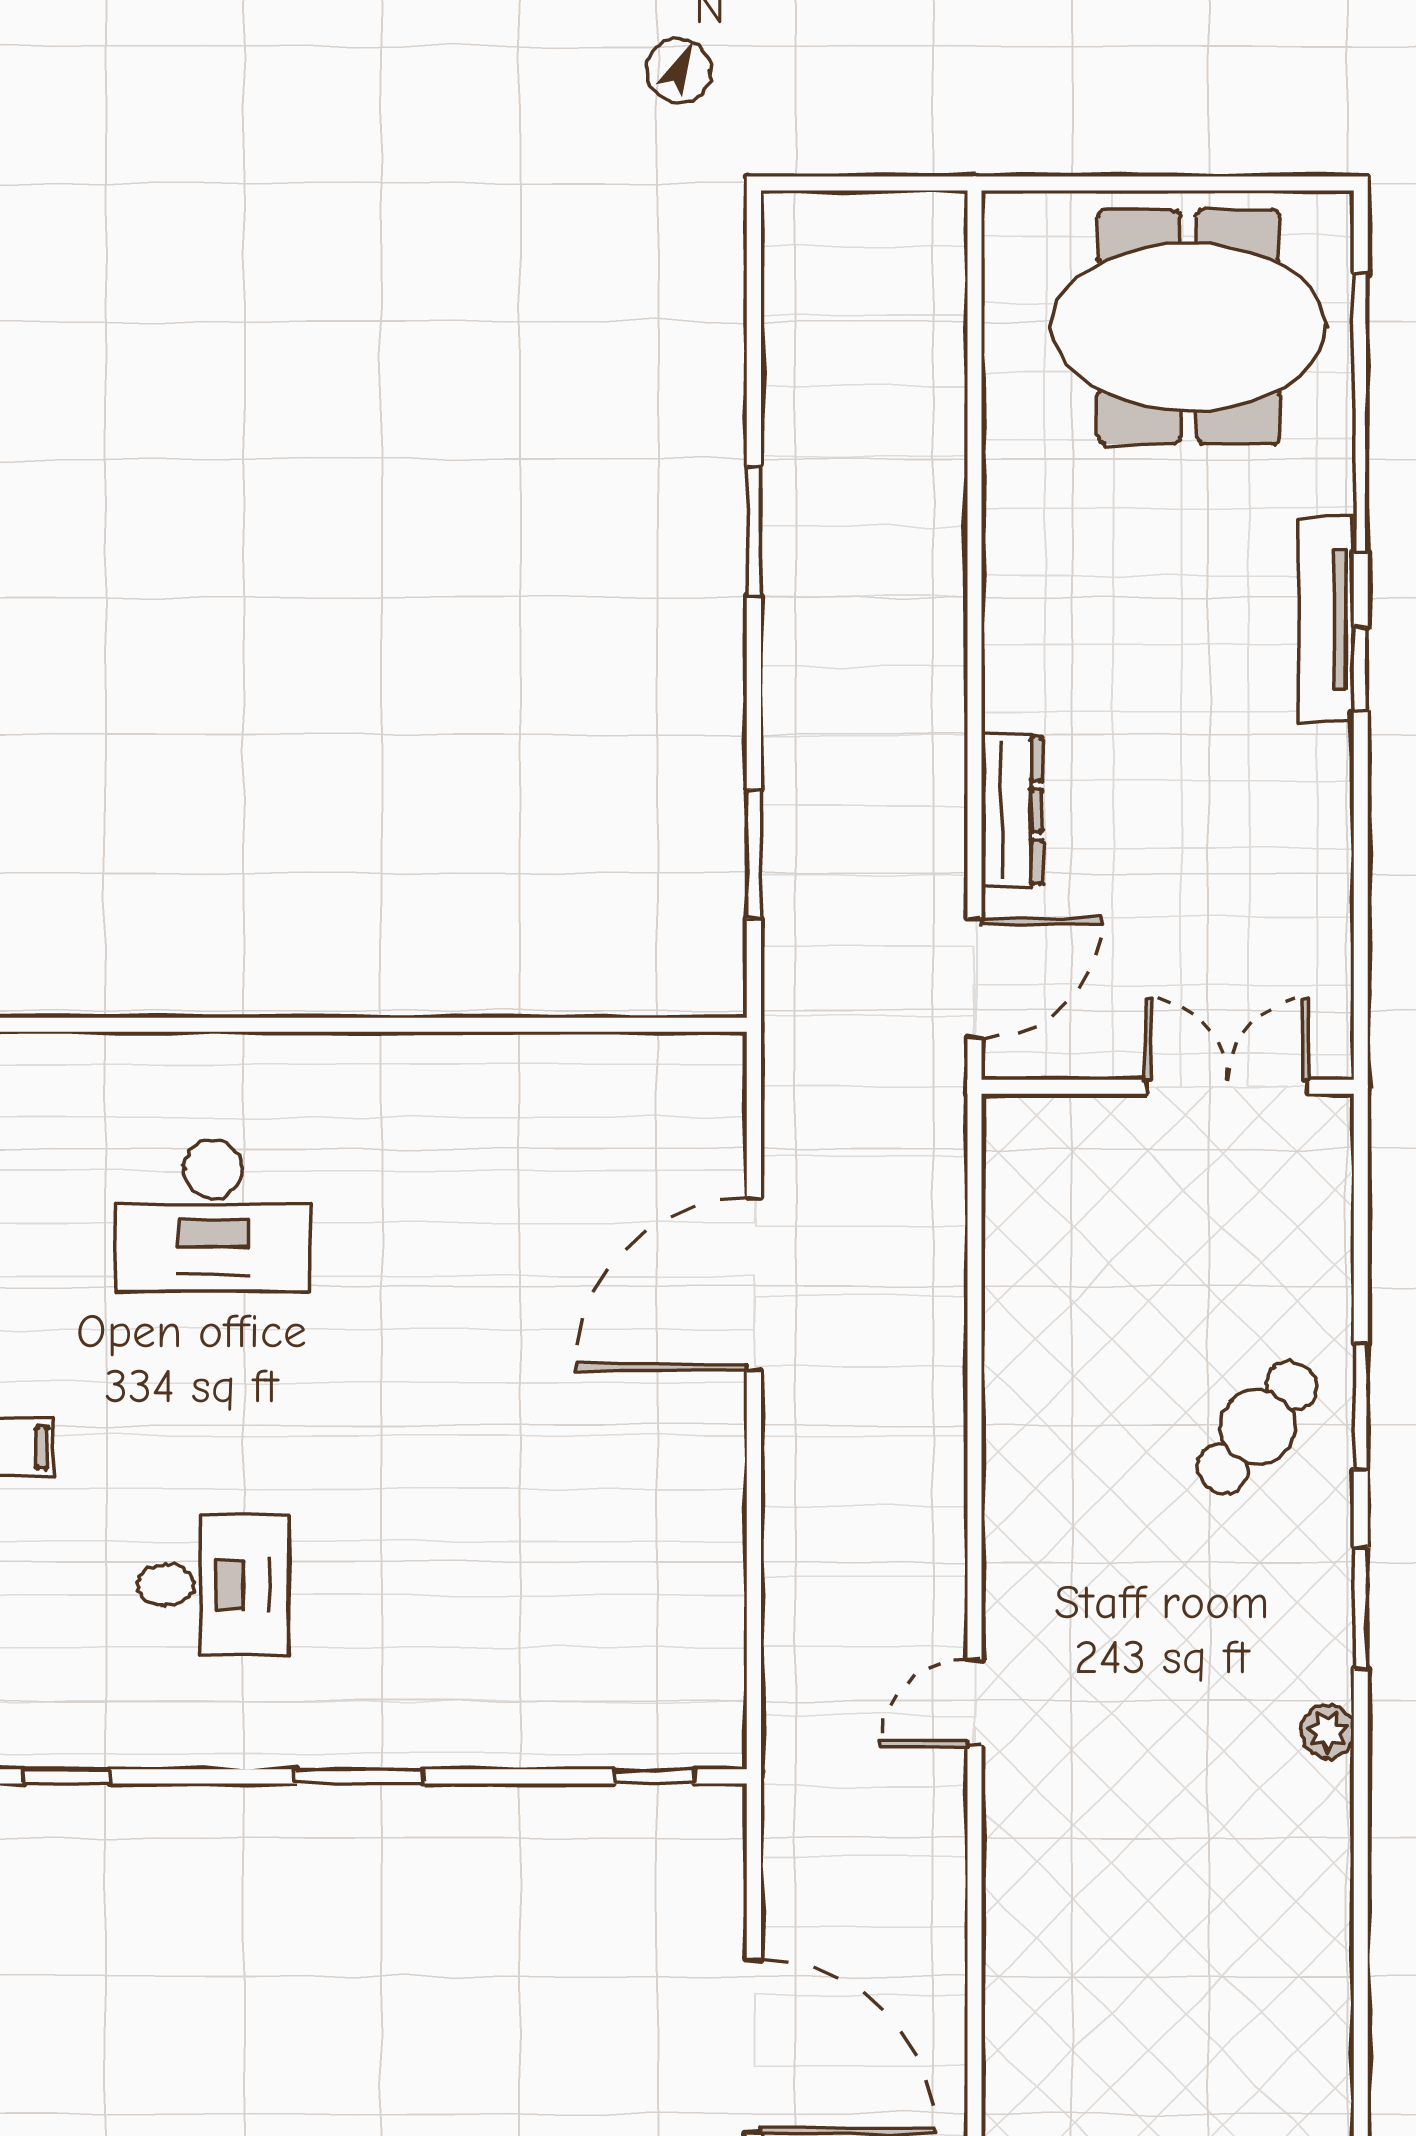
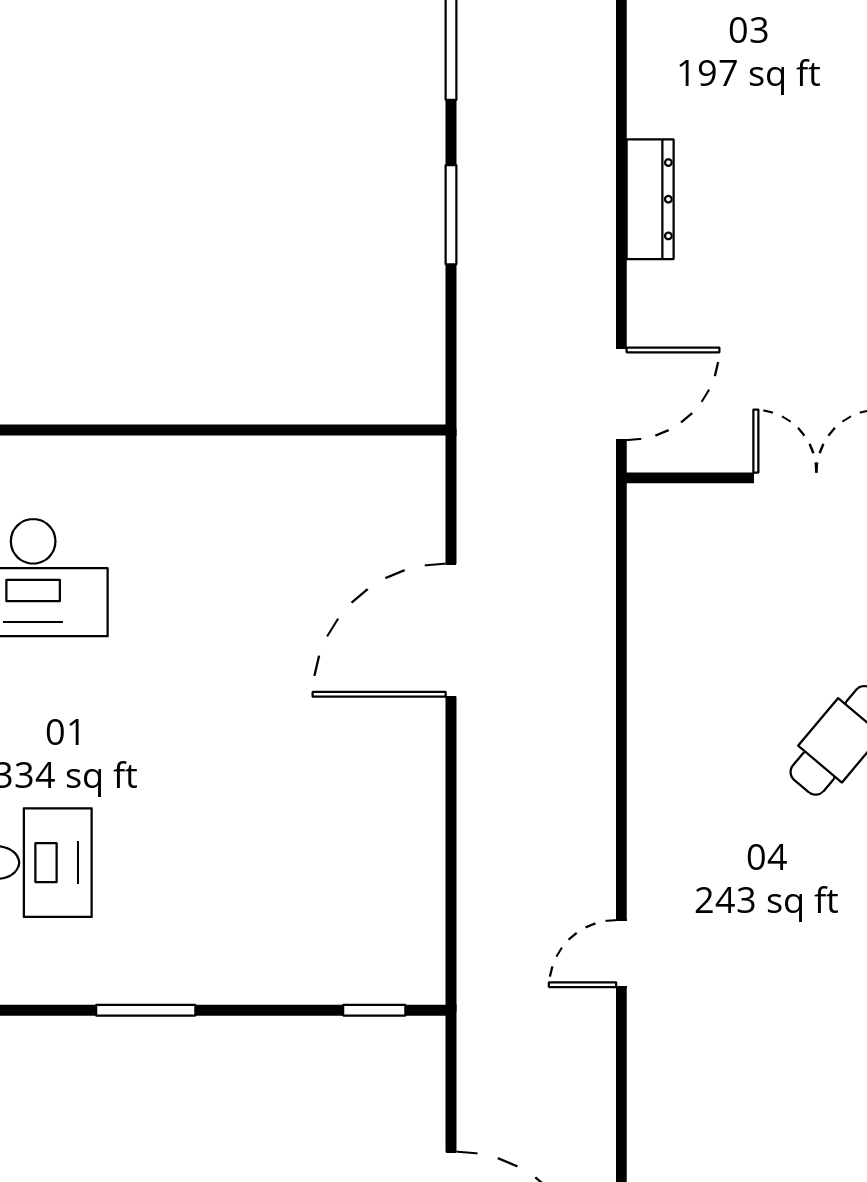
dresser: (1012, 811) -> (650, 199), moved
window: (754, 854) -> (451, 215), moved

